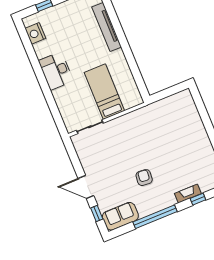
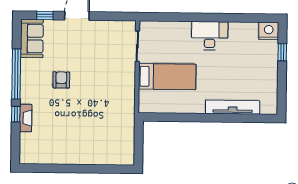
nightstand: (35, 33) -> (269, 31), moved
armchair: (144, 178) -> (61, 80), turned -95
window: (198, 199) -> (16, 114), moved

